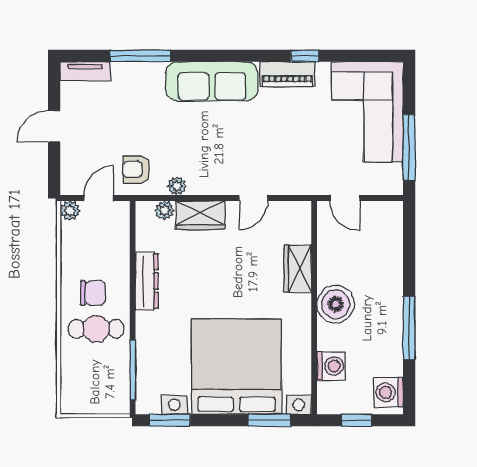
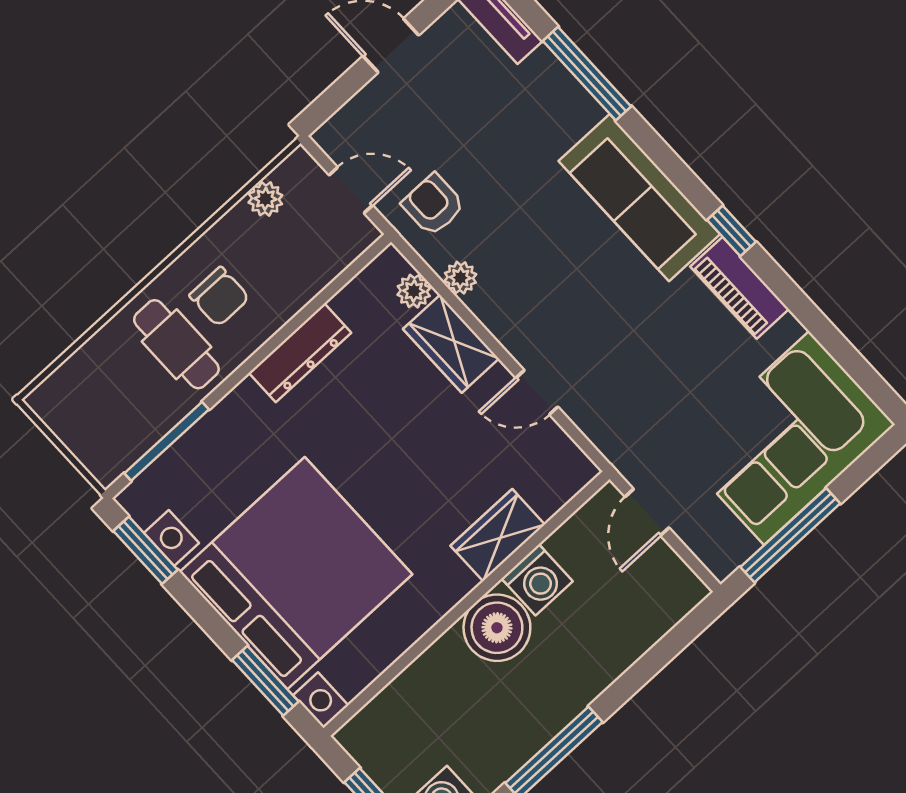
window: (305, 56) -> (731, 231), moved
plant: (70, 211) -> (265, 199), moved
washing machine: (331, 366) -> (537, 580), moved

